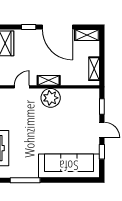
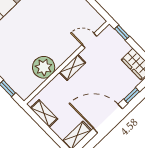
door: (22, 87) -> (89, 40), swing flipped
plant: (51, 98) -> (44, 67), moved

